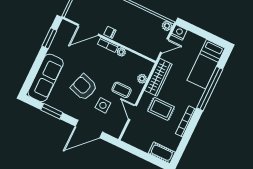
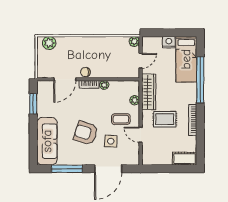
nightstand: (179, 32) -> (169, 42), moved
window: (52, 111) -> (67, 169), width x1.44

